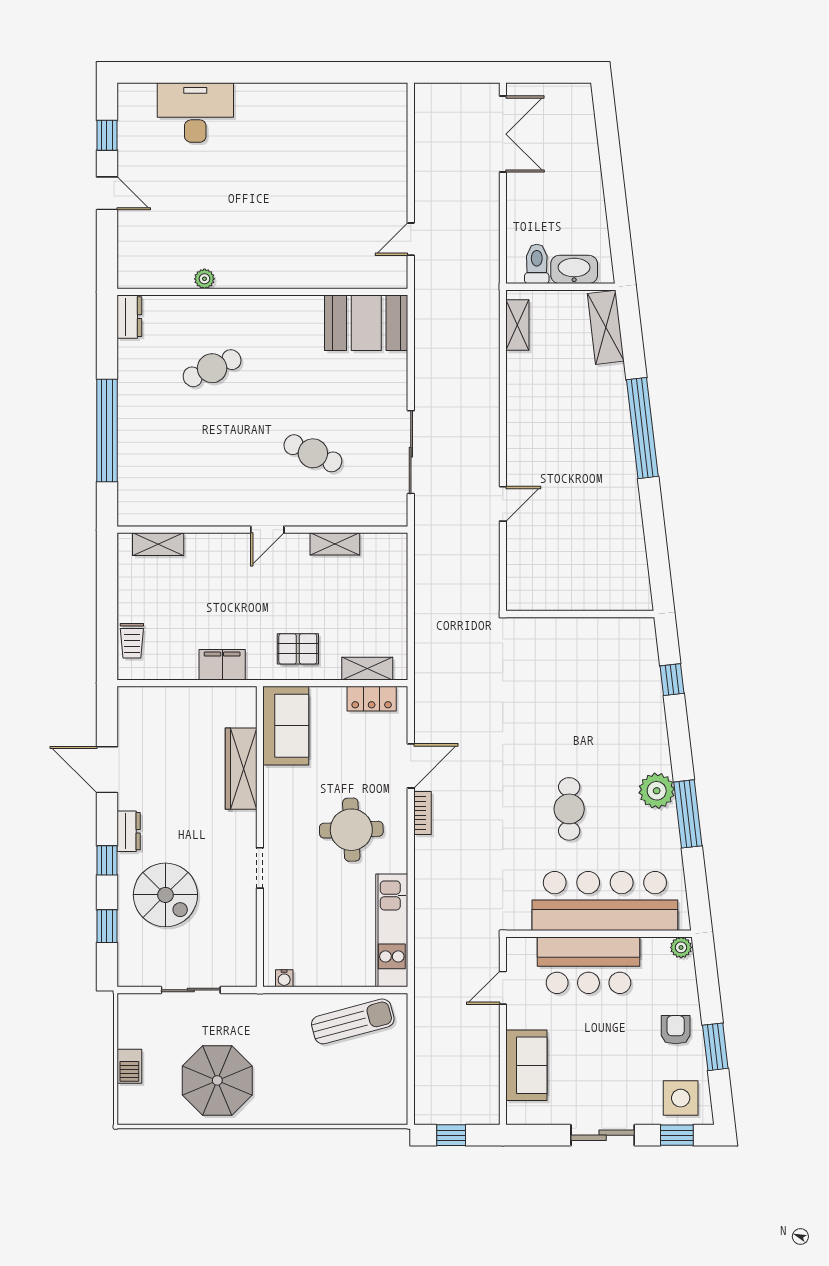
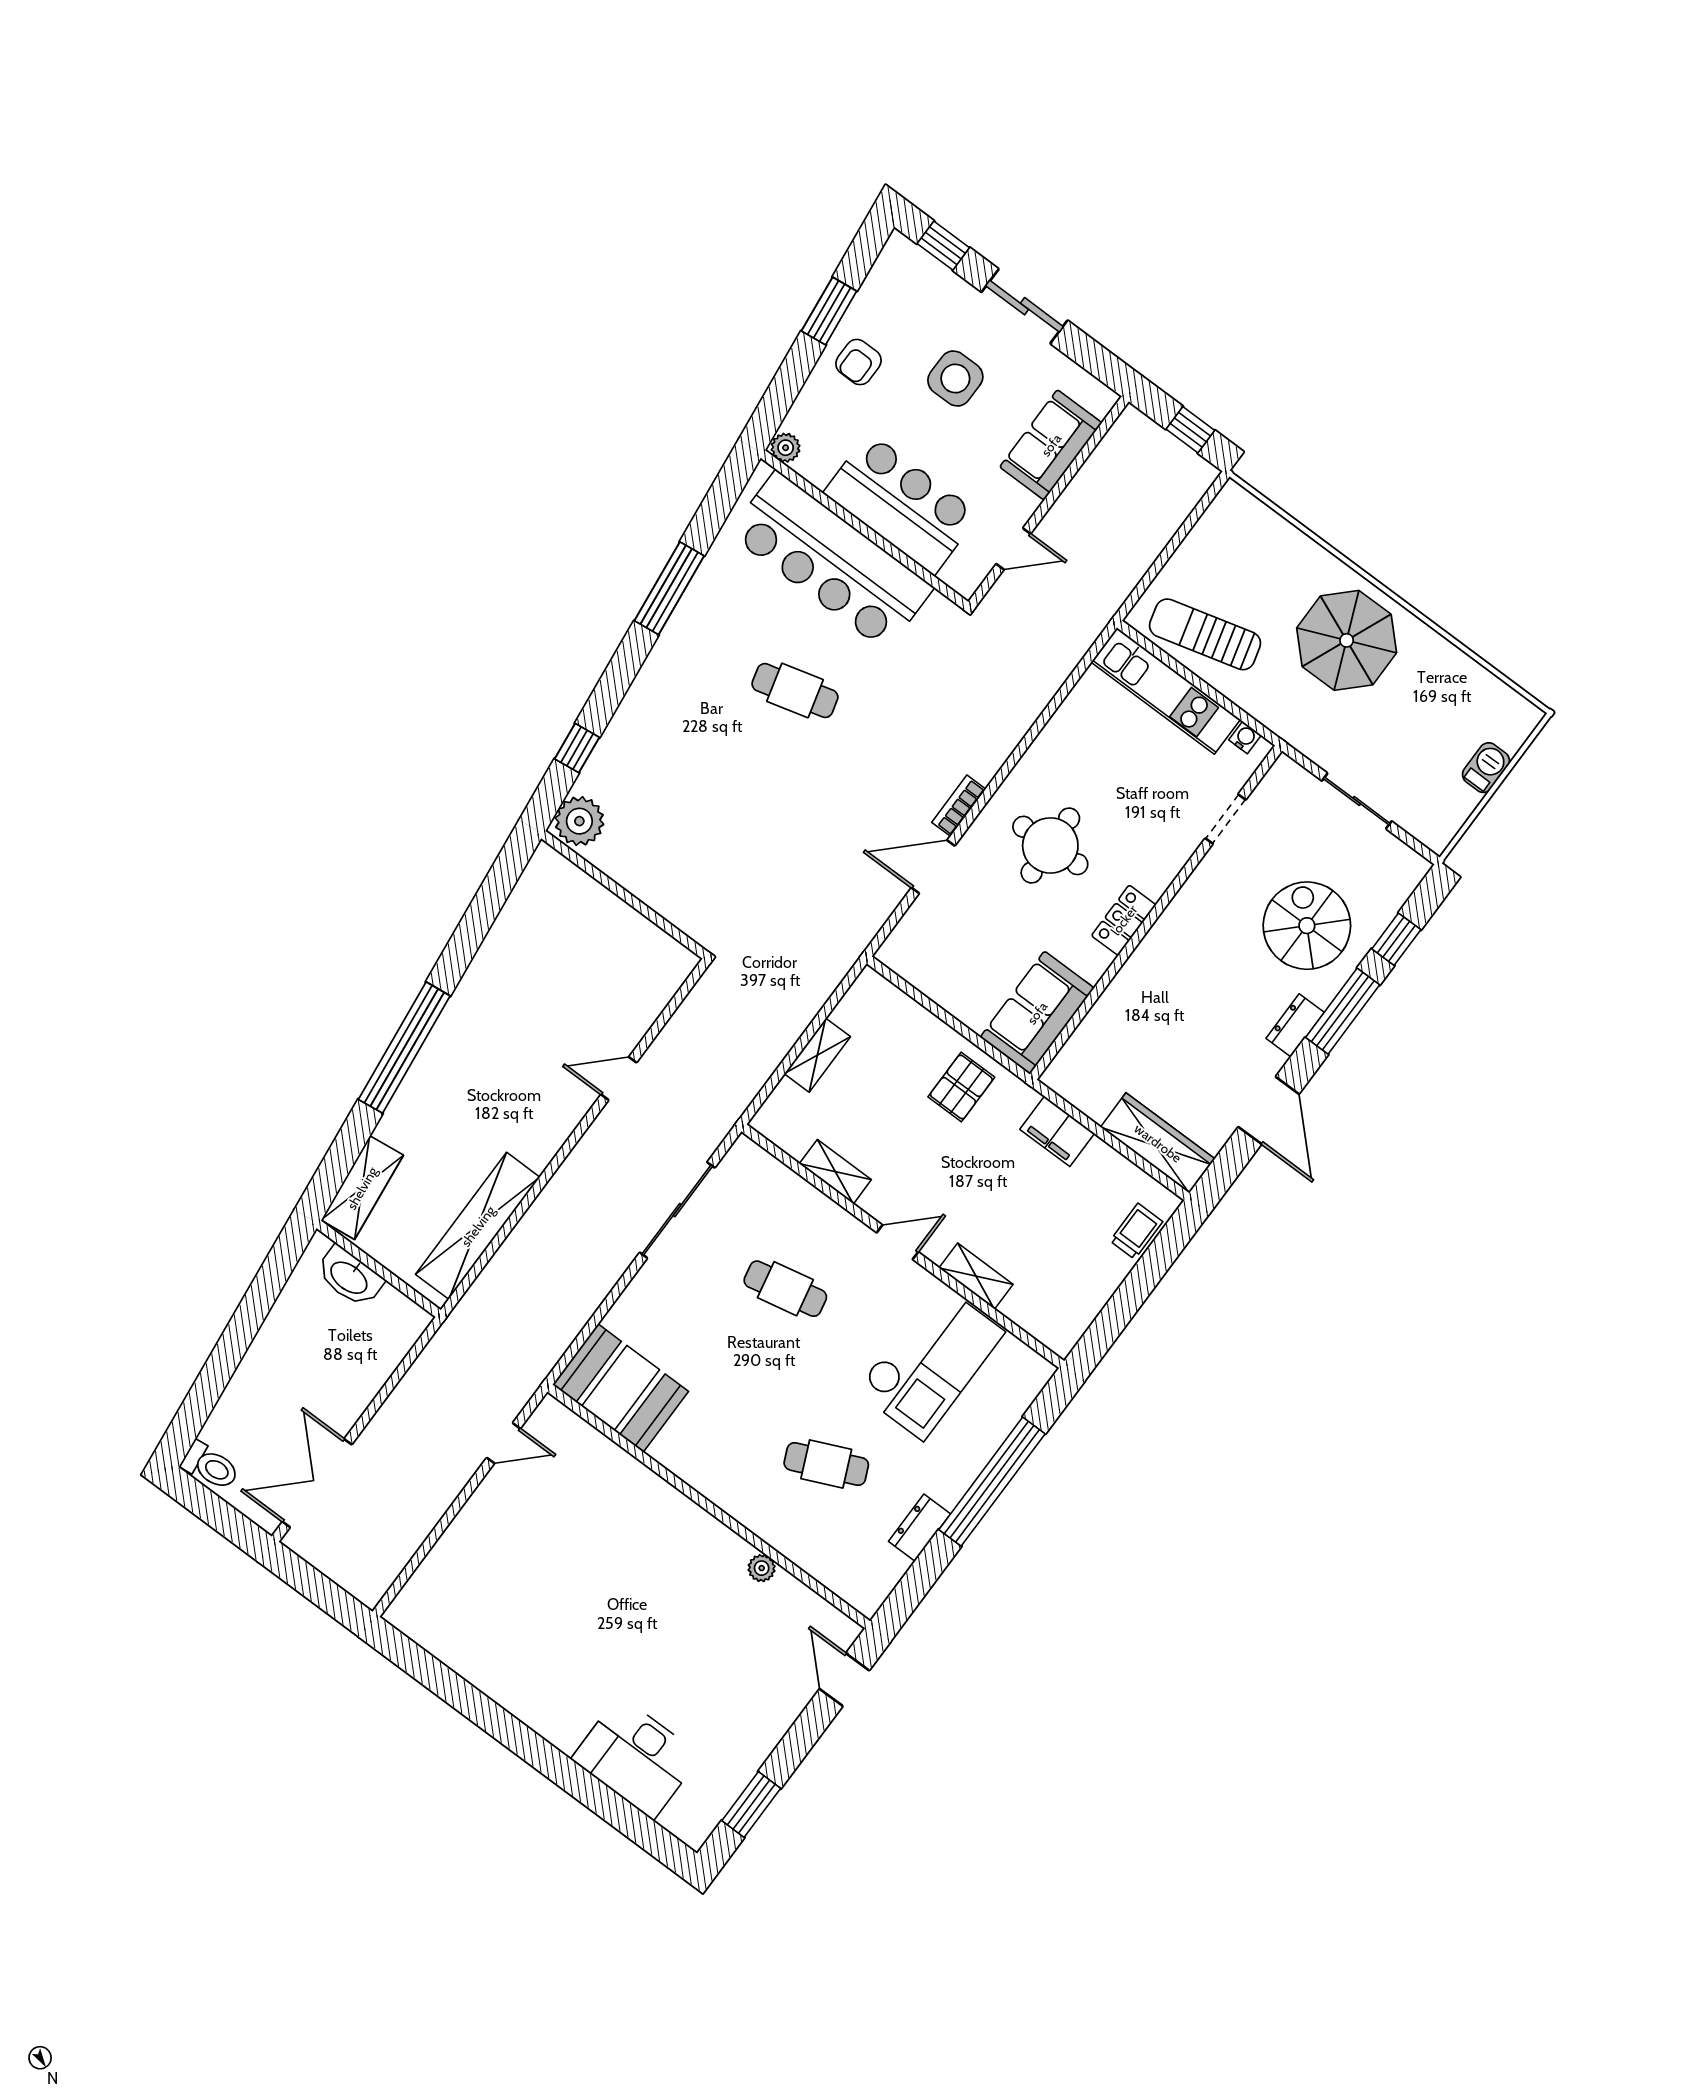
window: (107, 135) -> (751, 1805), width x1.50
door: (107, 193) -> (844, 1680), moved
toilet: (537, 264) -> (210, 1466), moved, turned -97
dresser: (129, 317) -> (919, 1528), moved
shelving: (517, 325) -> (478, 1226), width x2.20, depth x1.33
cafe table: (313, 453) -> (785, 1289), turned -36
checkout: (196, 474) -> (930, 1361), added
shelving: (158, 544) -> (976, 1276), moved
pallet: (298, 649) -> (961, 1087), turned 90
shelving: (367, 669) -> (817, 1055), moved, turned 90
locker: (372, 699) -> (1124, 920), moved, turned -90
wardrobe: (241, 769) -> (1158, 1143), moved, turned -90
plant: (657, 791) -> (579, 821), moved
cafe table: (569, 809) -> (795, 691), turned 75
window: (107, 860) -> (1343, 1011), width x2.17
doorway: (260, 868) -> (1226, 819), moved
kitchen unit: (392, 930) -> (1166, 691), moved, turned 90
parasol: (217, 1080) -> (1347, 640), moved
side table: (681, 1098) -> (955, 379), moved

